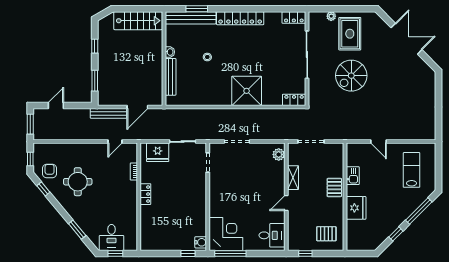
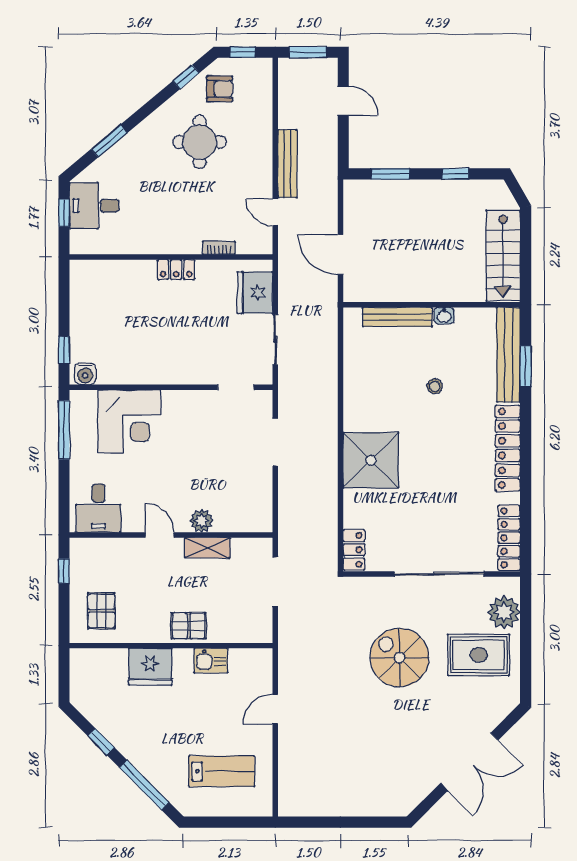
plant: (331, 16) -> (504, 612), width x1.88, depth x1.88
locker: (294, 18) -> (509, 538), width x1.53
bench: (109, 113) -> (287, 164), moved
plant: (279, 154) -> (202, 521), moved
corner desk: (226, 234) -> (129, 421), moved

